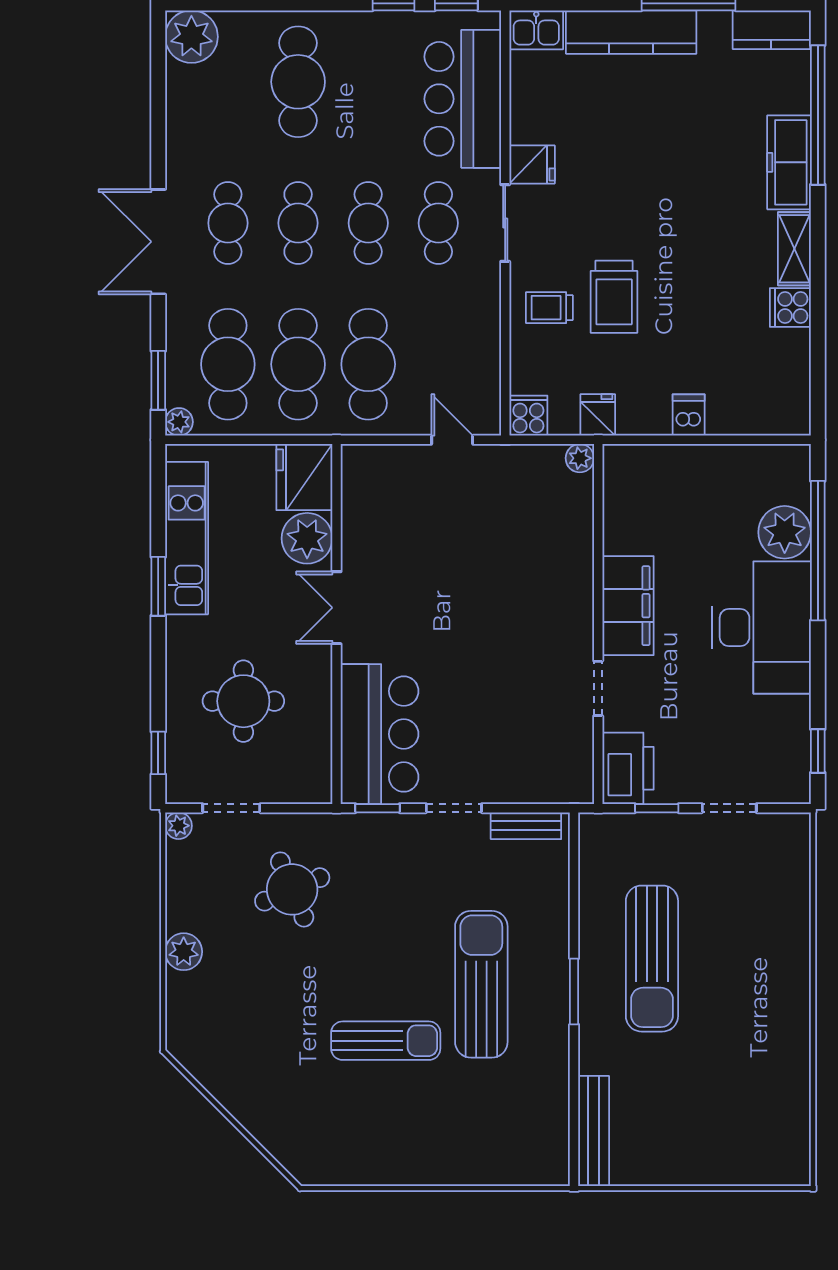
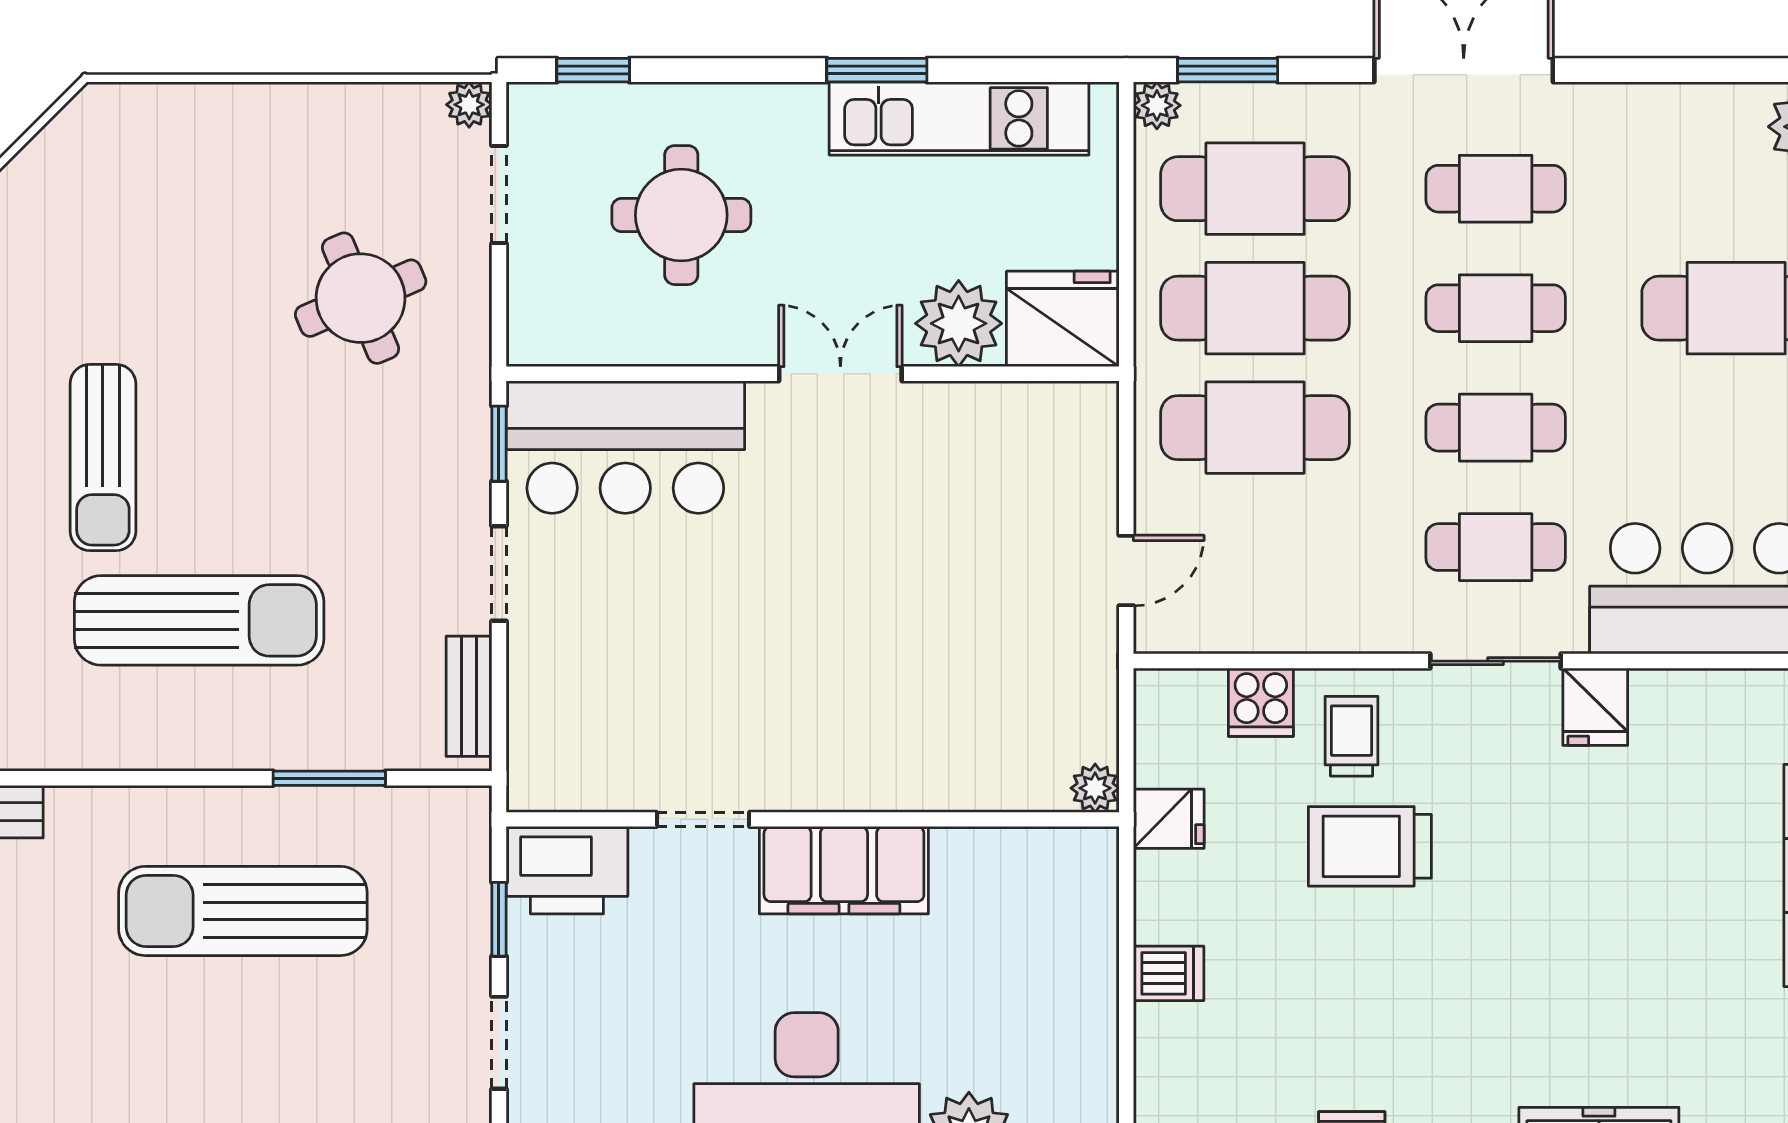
cooker: (528, 416) -> (1261, 702), moved, turned 90
plant: (184, 952) -> (255, 113), removed
window: (574, 991) -> (329, 778), moved

